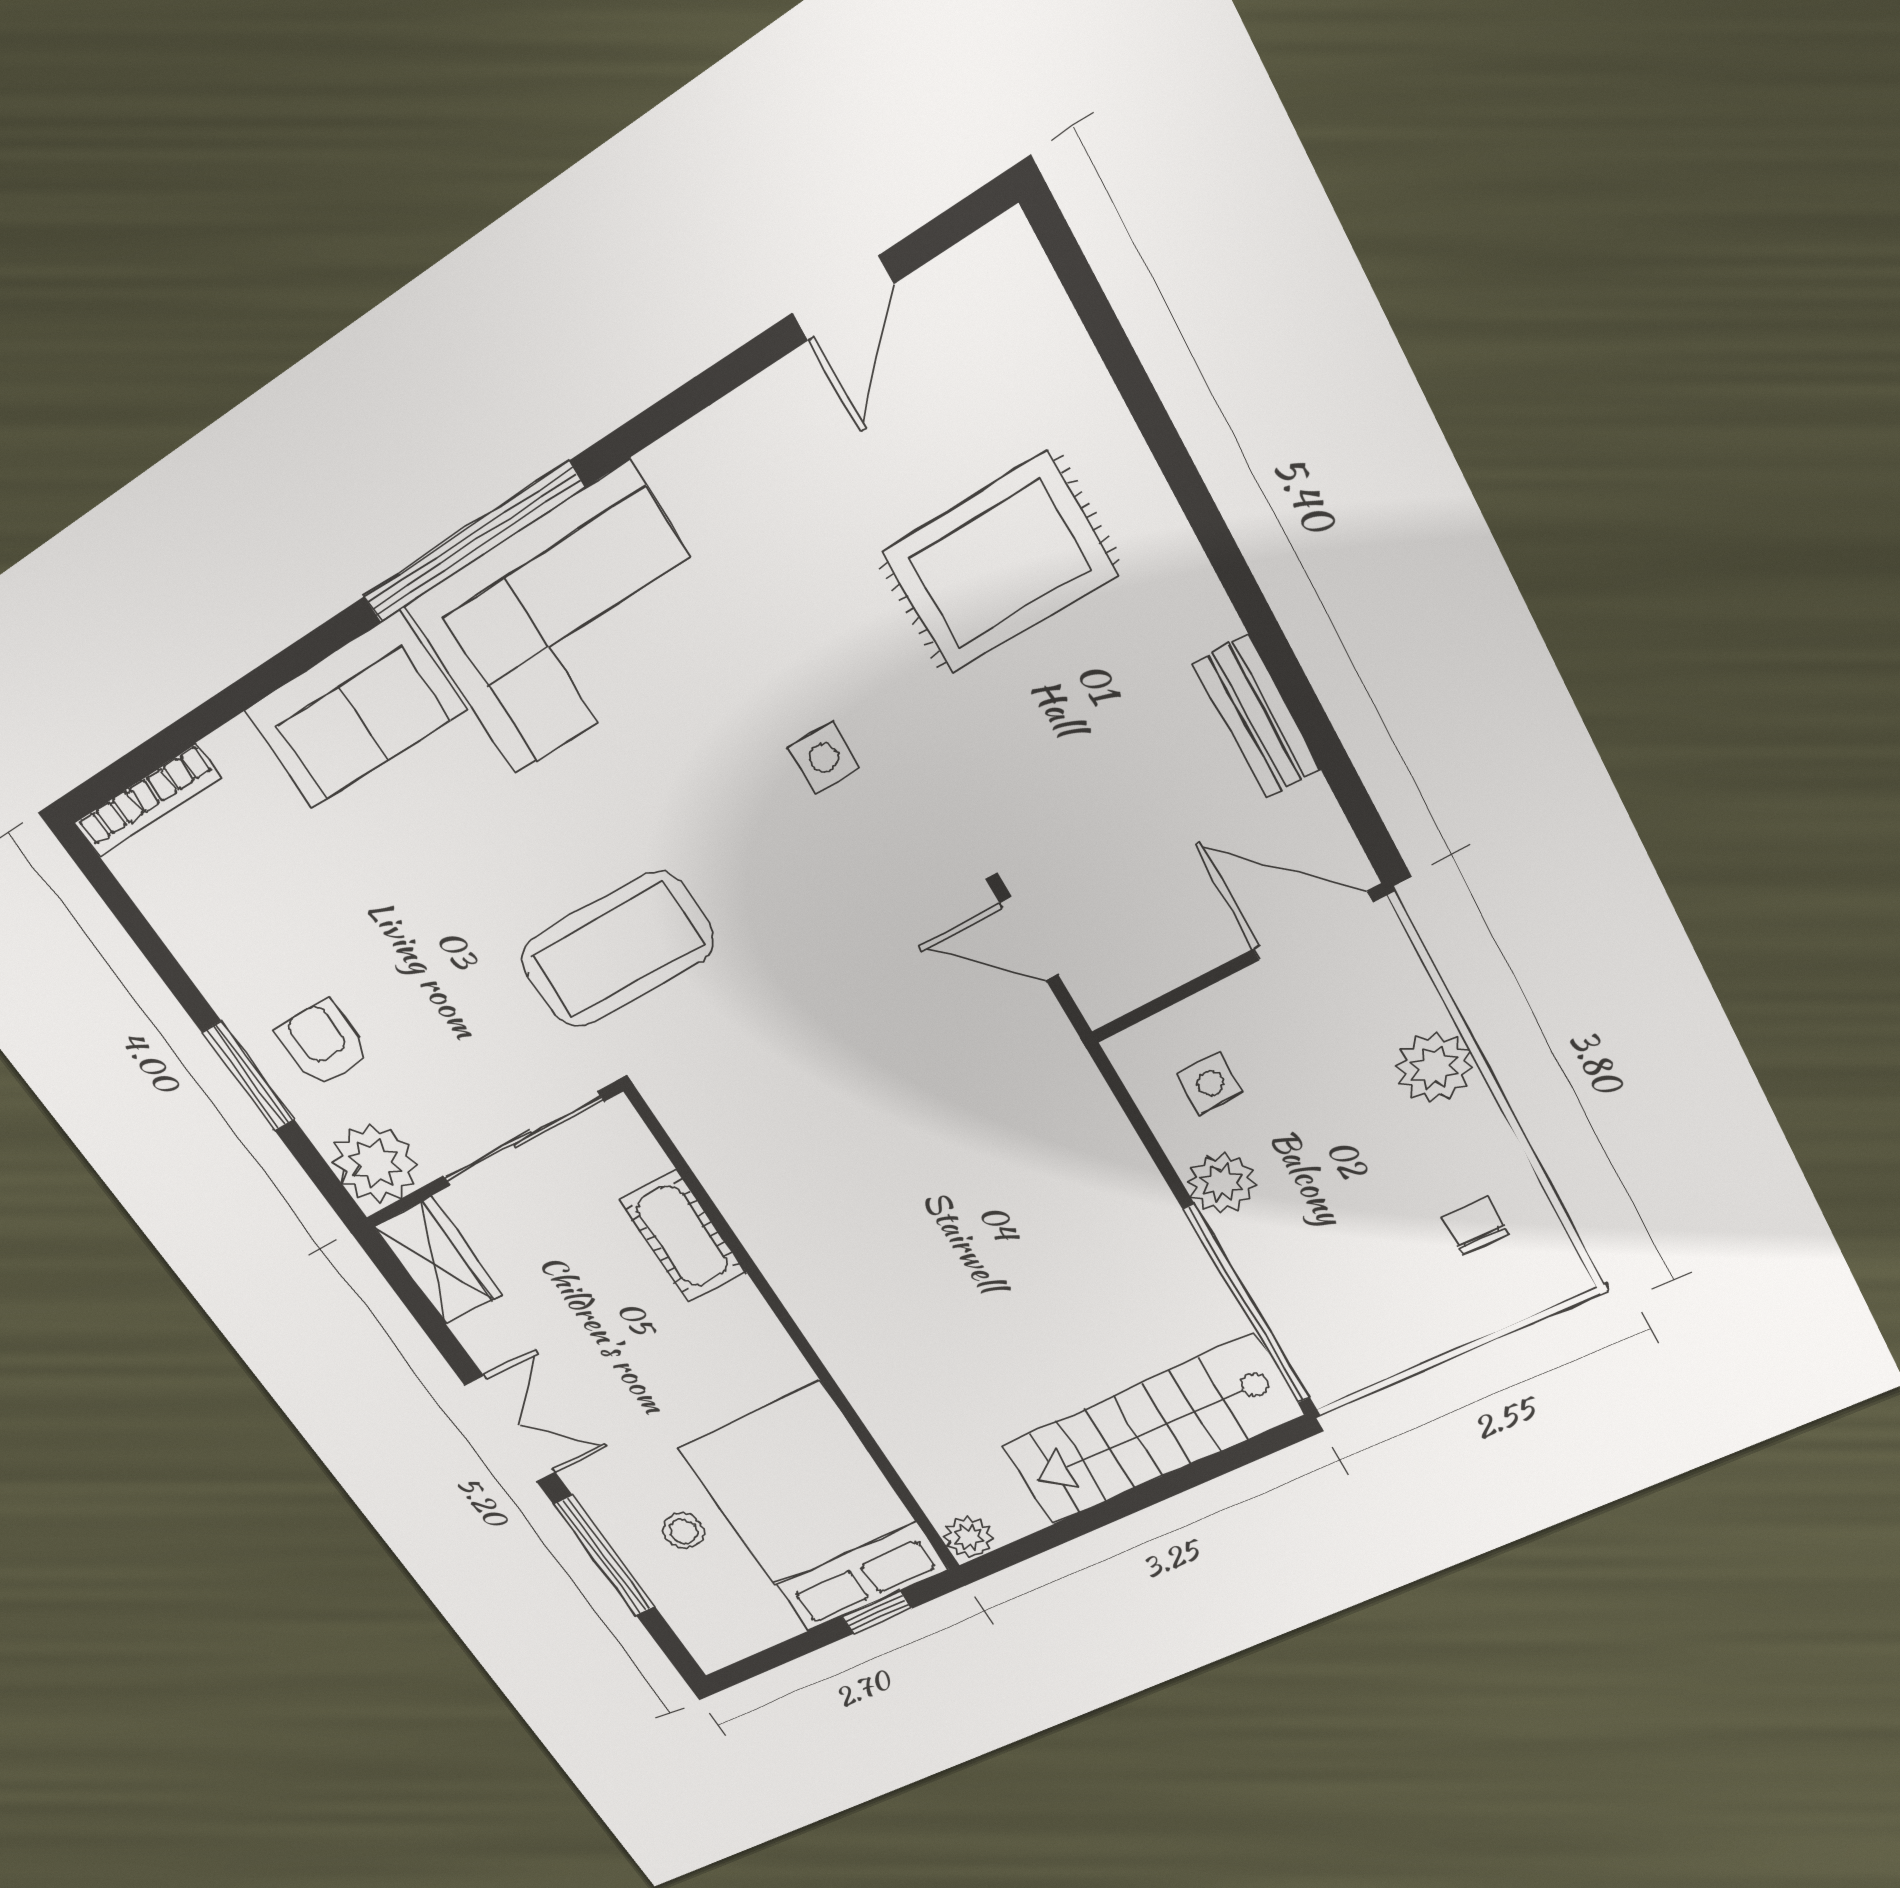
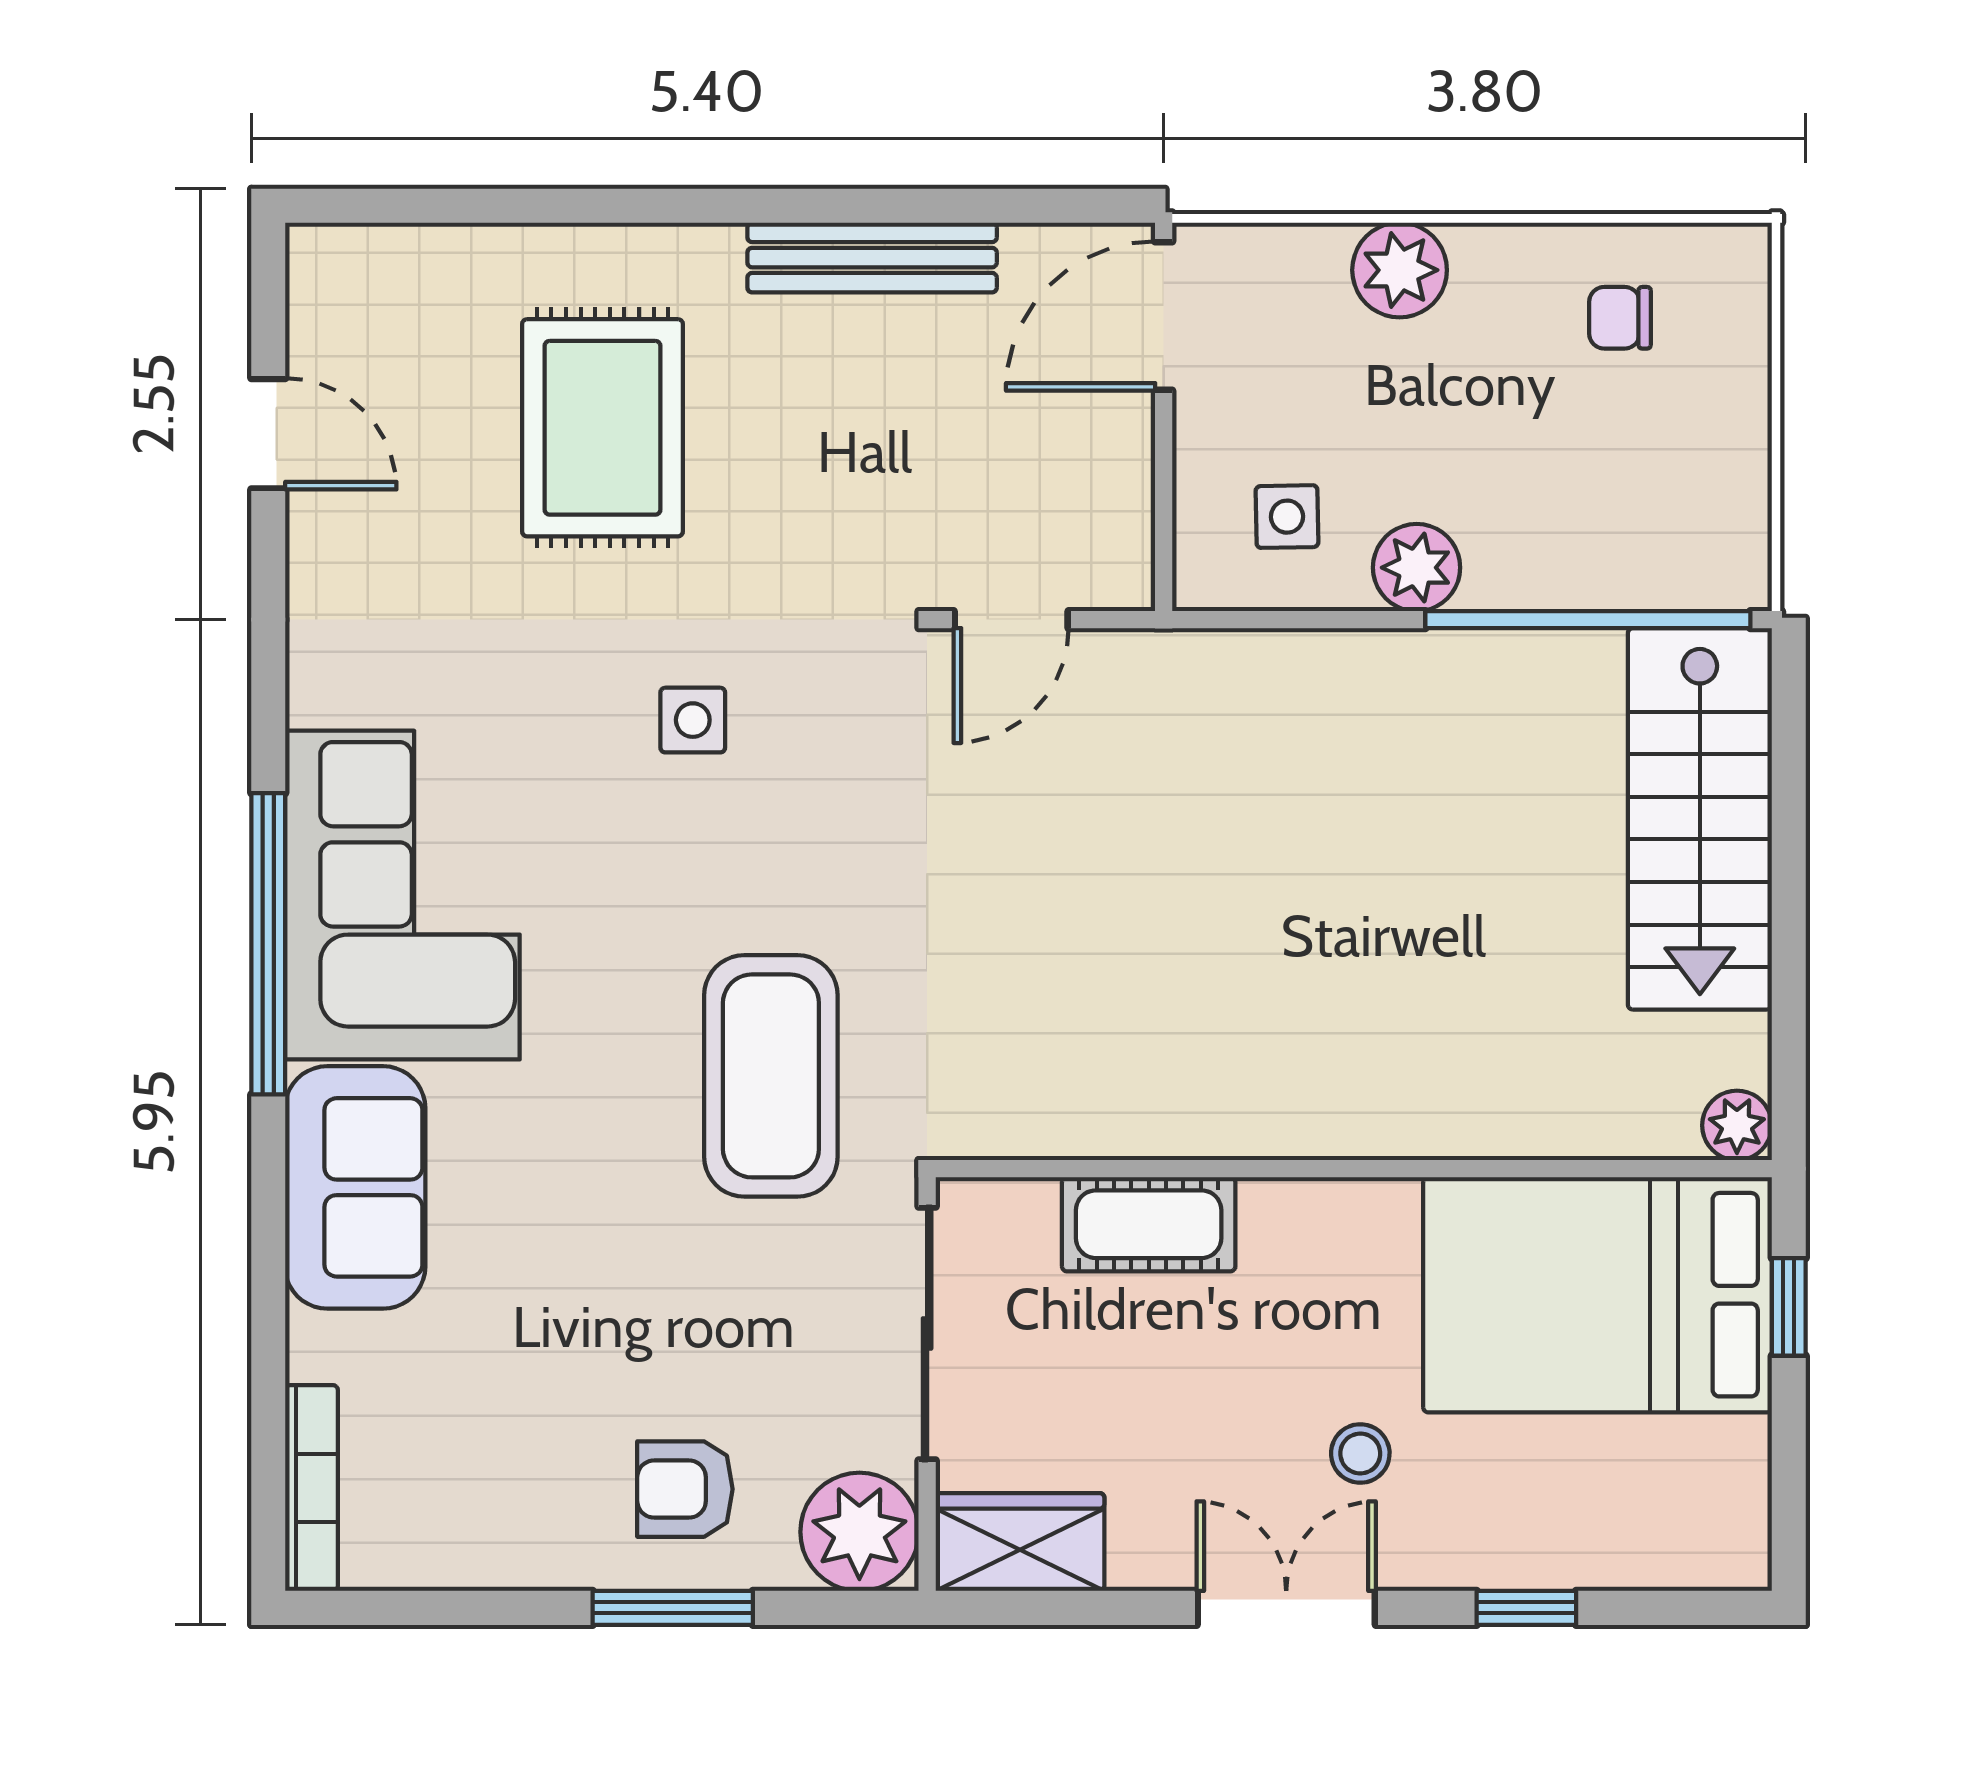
bench: (1257, 717) -> (872, 258), width x1.36
stool: (684, 1531) -> (1360, 1454), moved
window: (605, 1556) -> (1526, 1608), width x0.46

